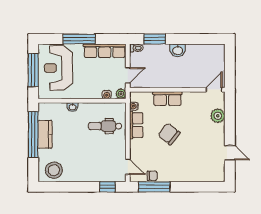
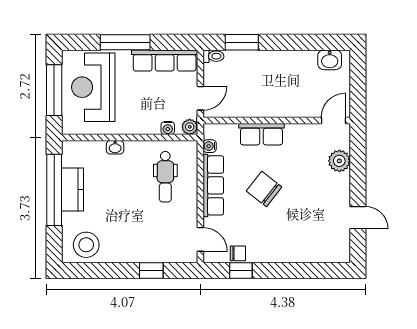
washbasin: (178, 50) -> (330, 60), moved
row of seats: (136, 125) -> (213, 185), width x1.48
dental chair: (105, 126) -> (165, 177), turned -90
window: (107, 187) -> (151, 270), moved
window: (154, 187) -> (241, 270), width x0.46

